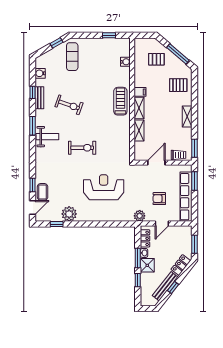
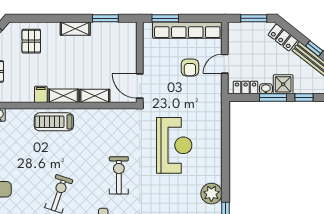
window: (194, 148) -> (105, 18), moved
trolley: (179, 155) -> (129, 41), removed
door: (156, 163) -> (140, 86), moved
reception desk: (104, 187) -> (174, 145), turned 180
plant: (140, 216) -> (214, 95), removed
door: (162, 224) -> (225, 64), swing flipped

